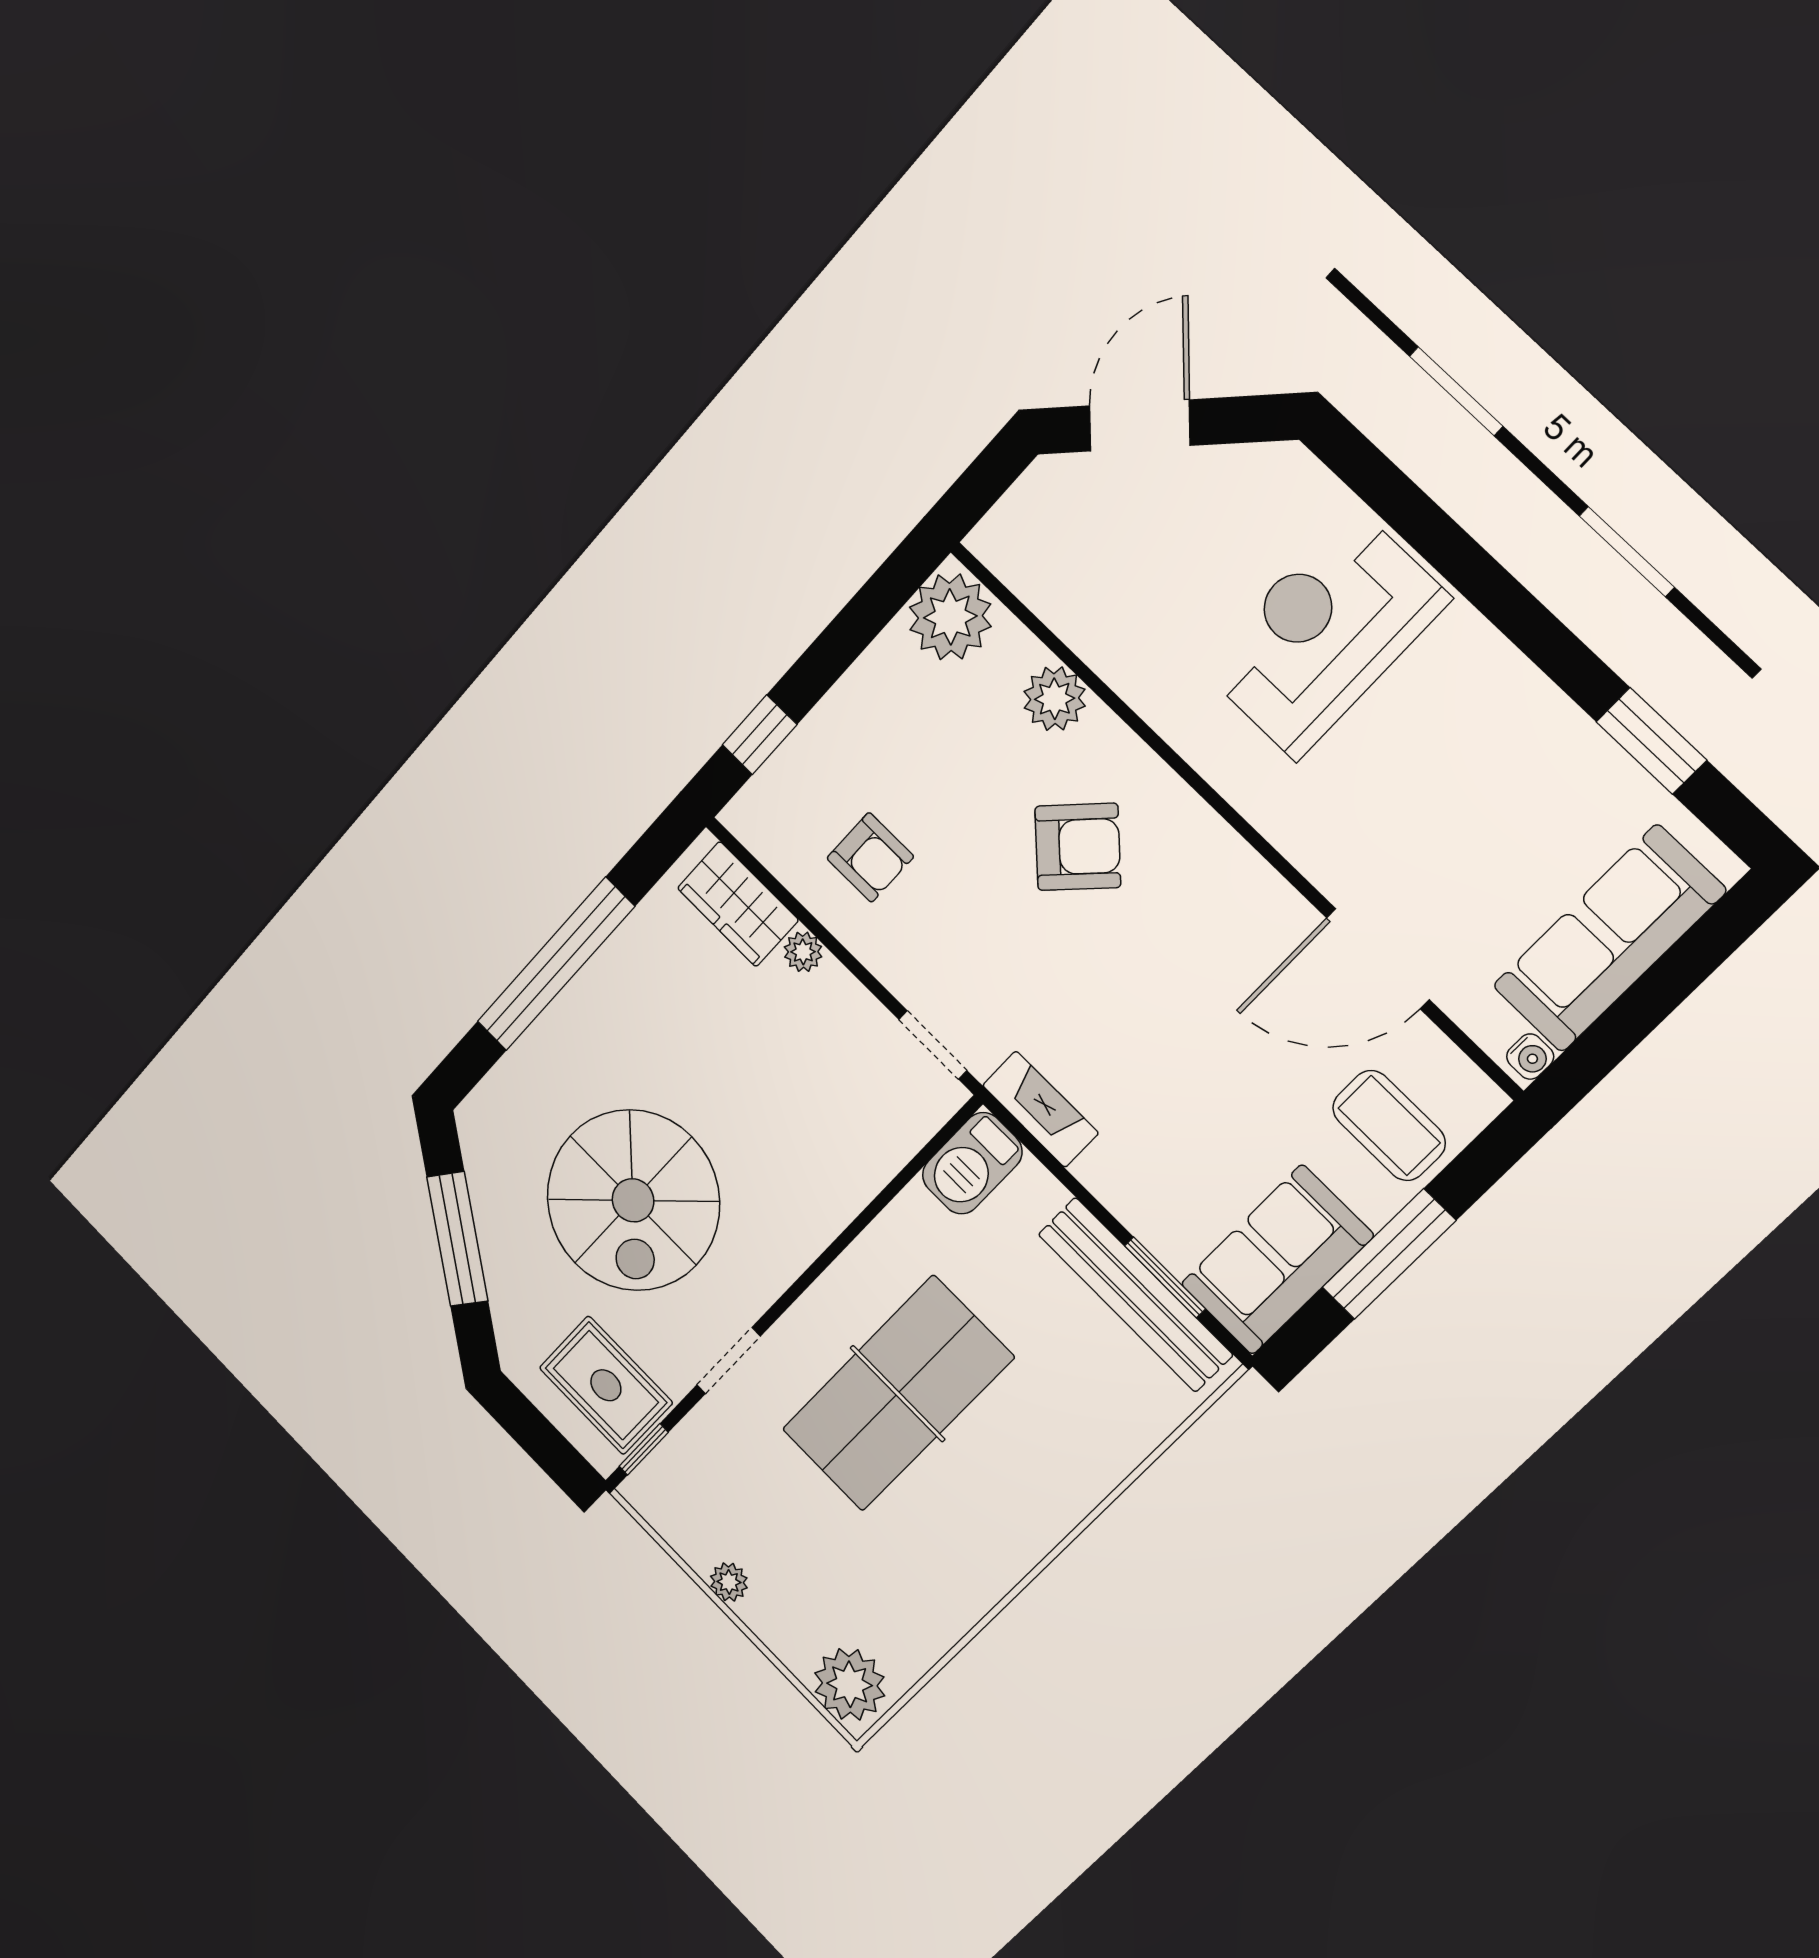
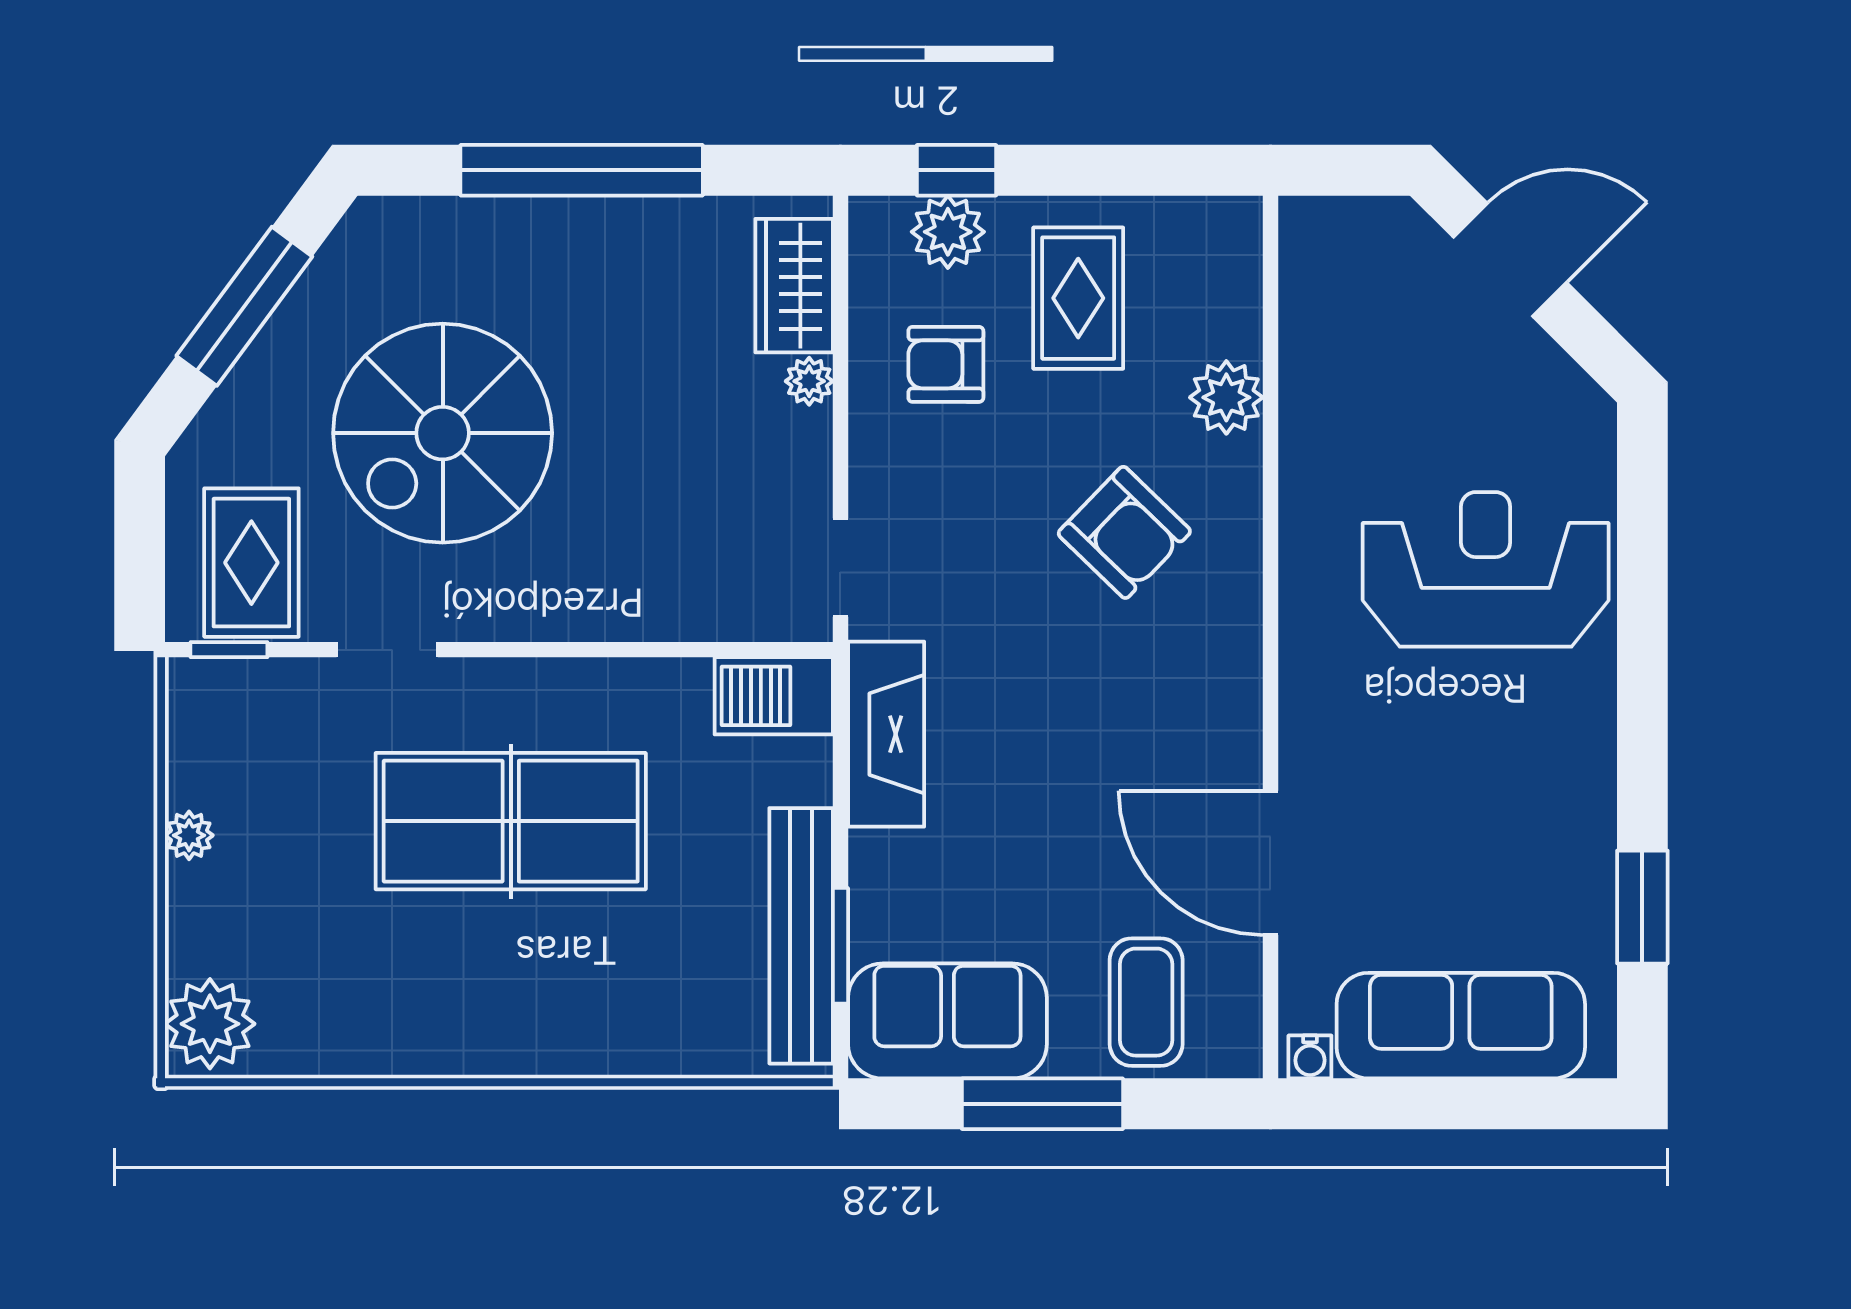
plant: (950, 617) -> (948, 232), moved, width x0.73, depth x0.73
rug: (906, 734) -> (1078, 298), added
armchair: (870, 857) -> (946, 364), turned 90
fireplace: (1040, 1109) -> (886, 734), width x1.37, depth x1.32

